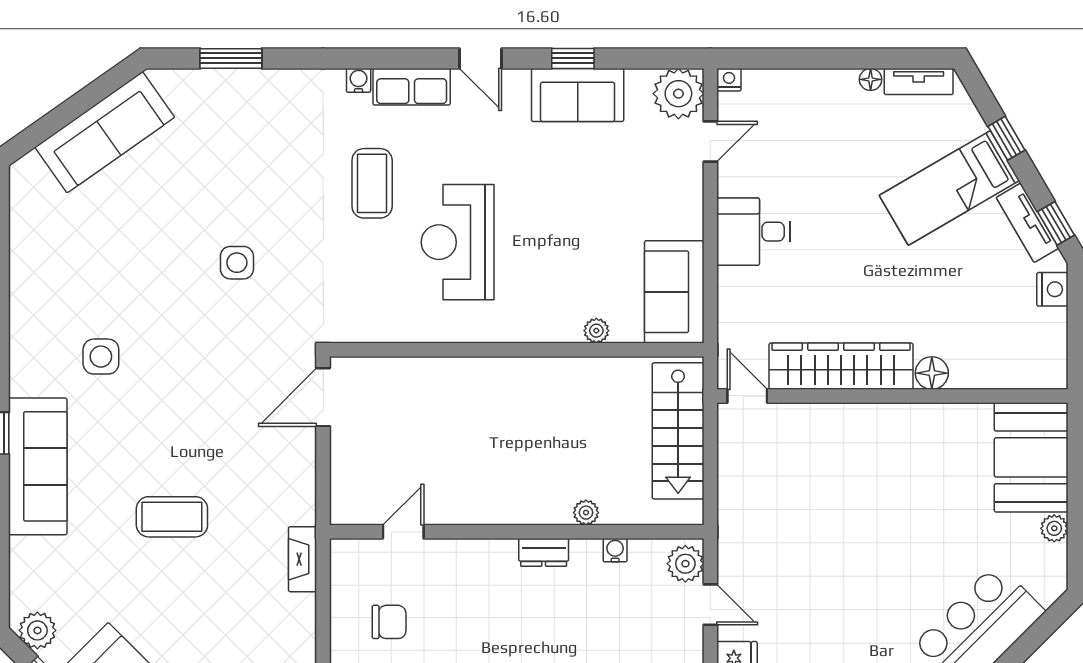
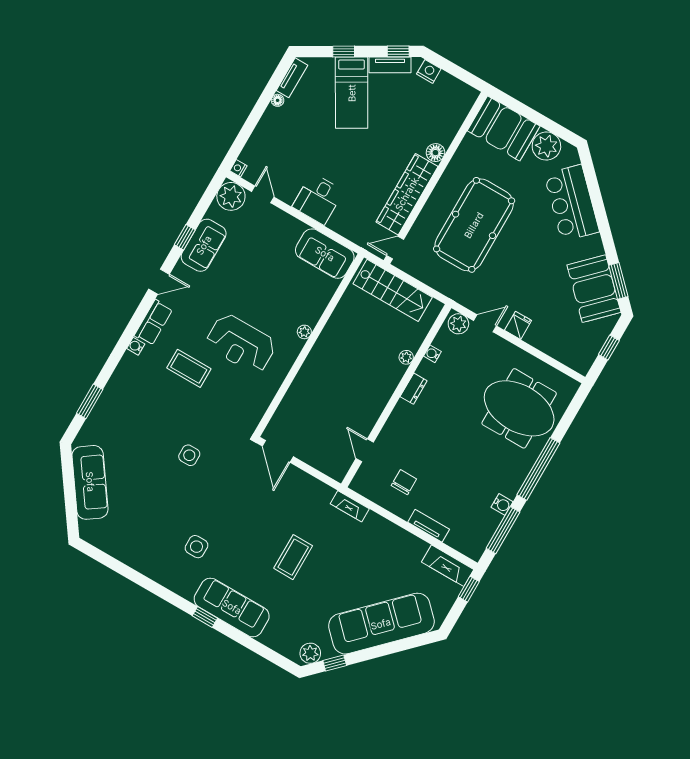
plant: (596, 331) -> (304, 332), moved
pool table: (854, 499) -> (474, 225), added
plant: (1054, 528) -> (546, 146), width x1.88, depth x1.88

